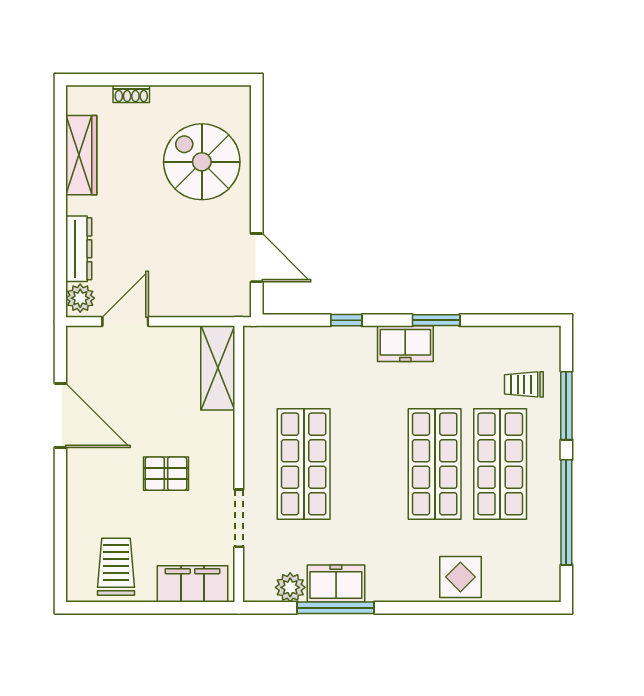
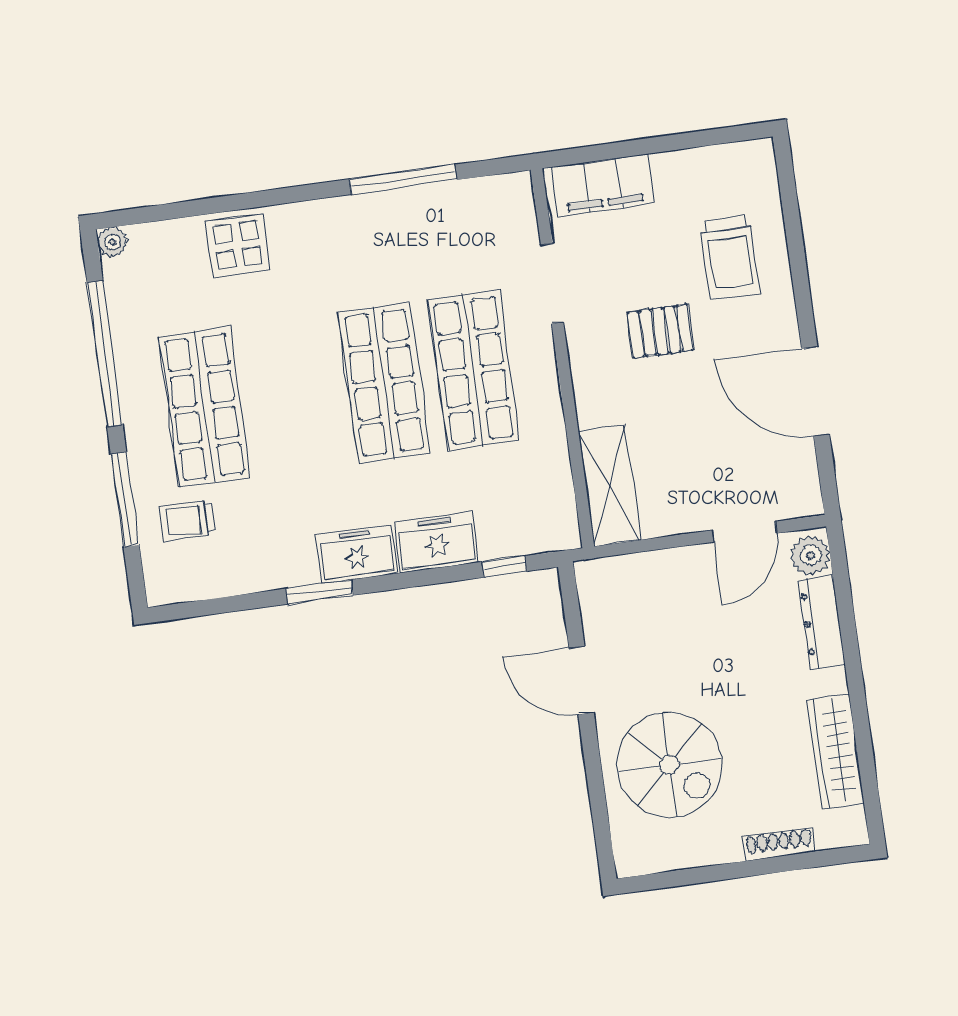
shoe rack: (131, 94) -> (779, 844), width x1.43
door: (257, 258) -> (581, 681), moved
window: (346, 320) -> (504, 567), moved
trolley: (524, 384) -> (187, 520), turned 180
shop shelf: (435, 464) -> (384, 383), moved
trolley: (116, 567) -> (730, 257), moved
freezer: (336, 584) -> (437, 542), moved, turned 180
plant: (290, 587) -> (112, 242), moved, width x0.73, depth x0.73

